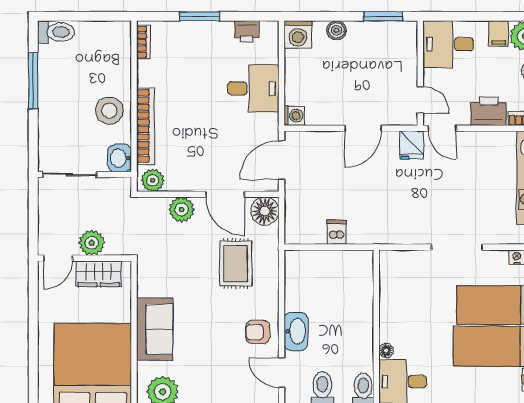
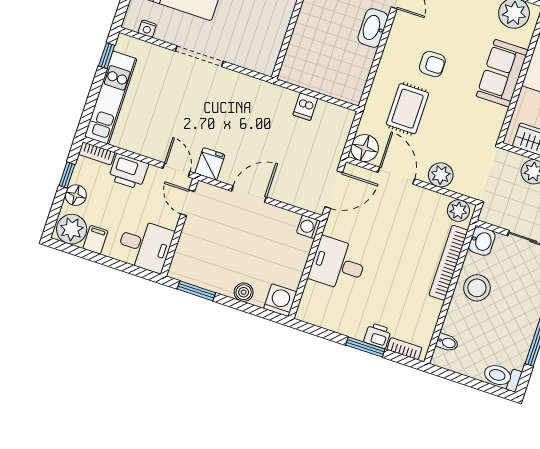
printer: (247, 32) -> (377, 336), moved
bookcase: (143, 42) -> (404, 349), moved, turned 90
bidet: (121, 47) -> (447, 343), added
armchair: (258, 332) -> (432, 64), moved

